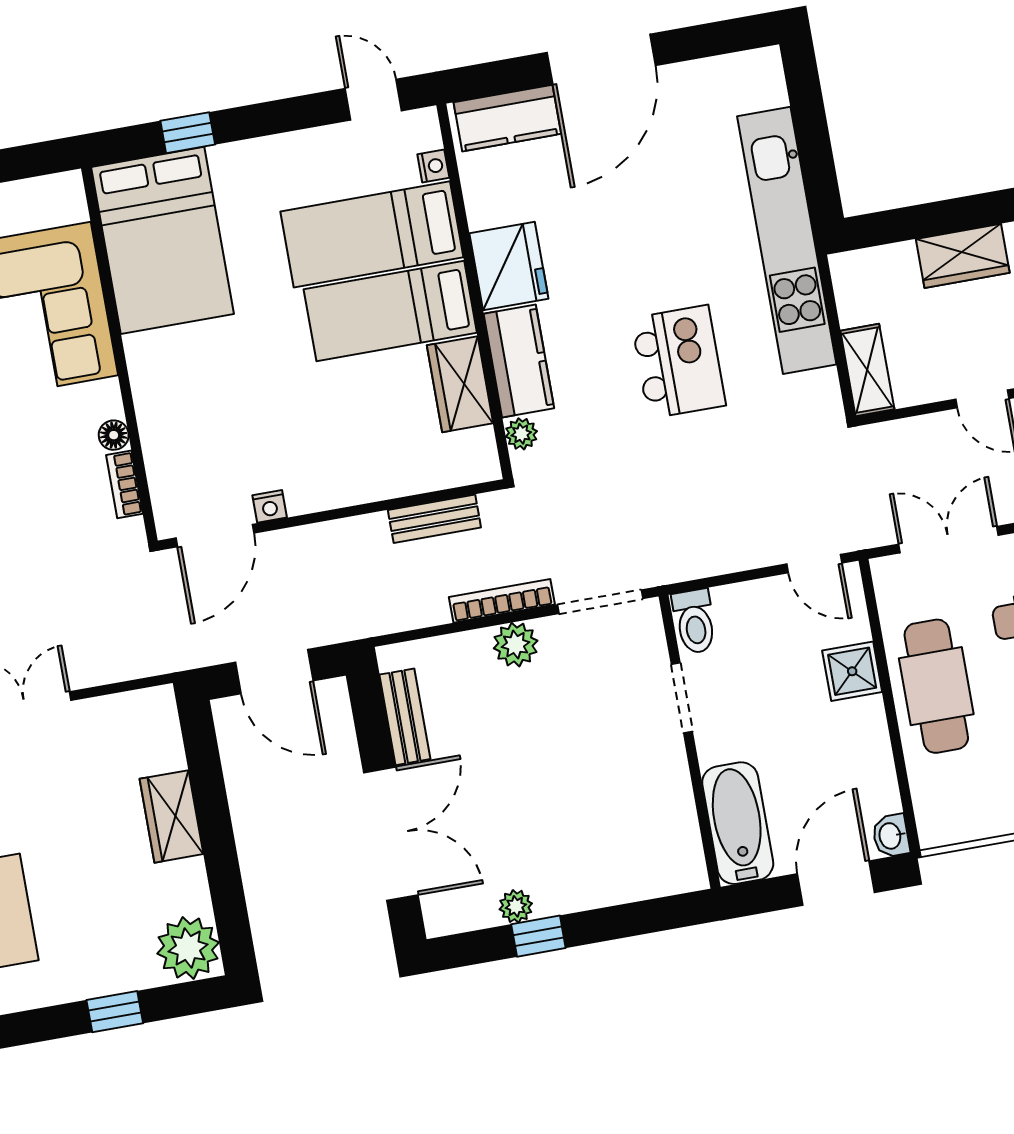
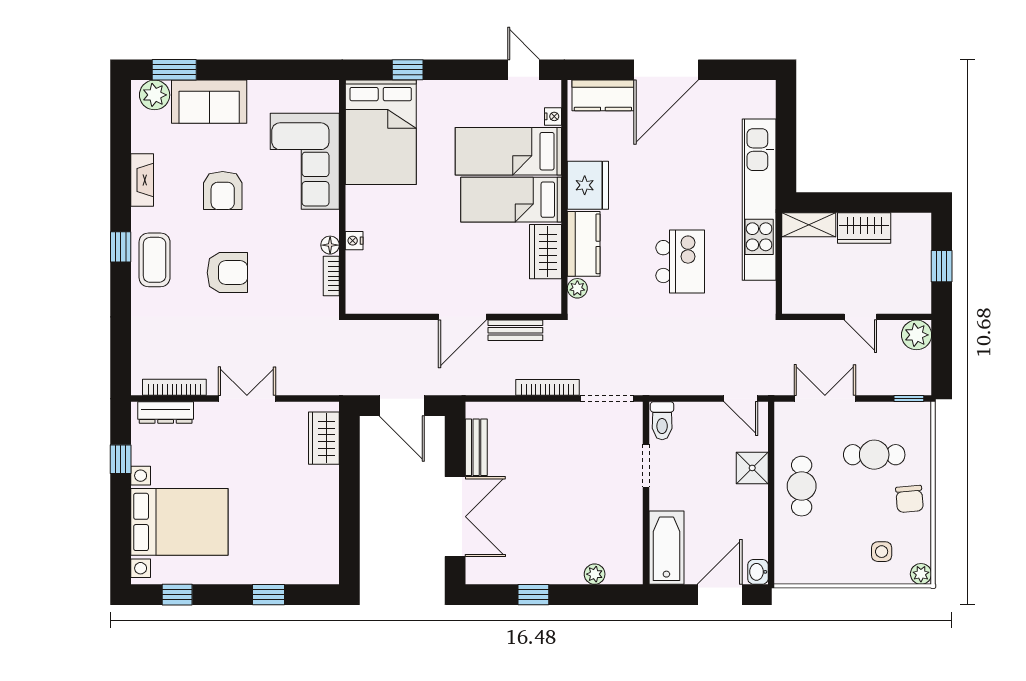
shelving: (867, 370) -> (809, 225), moved, turned 90
nightstand: (270, 506) -> (354, 241), moved, turned 90
door: (215, 536) -> (462, 317), moved
plant: (516, 645) -> (551, 415), removed
cafe table: (936, 686) -> (802, 486), width x0.73, depth x0.74
wardrobe: (171, 816) -> (324, 438), moved
plant: (516, 906) -> (595, 574), moved
plant: (188, 948) -> (320, 564), removed

